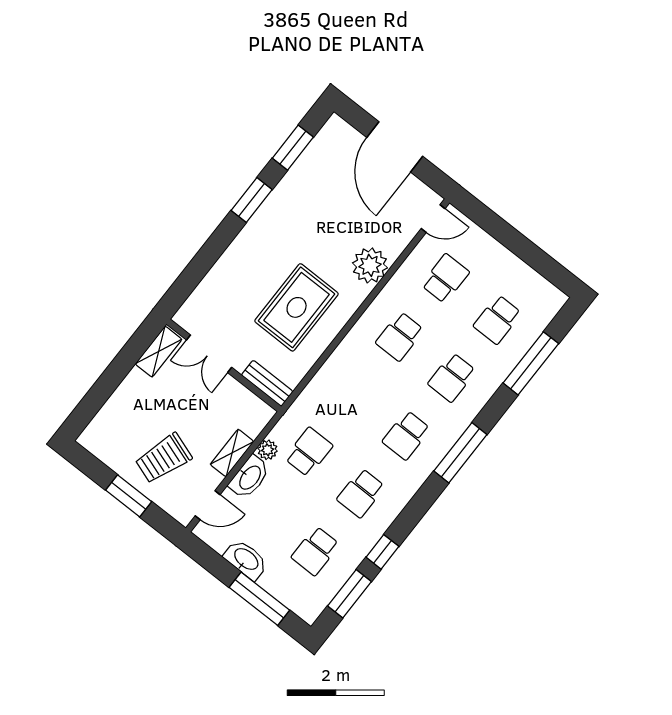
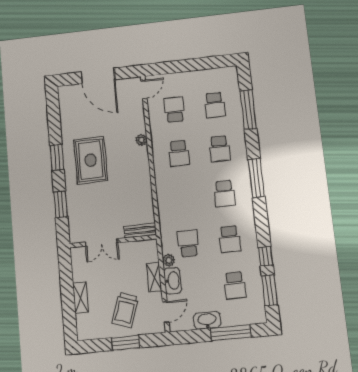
window: (293, 148) -> (61, 205), moved
plant: (370, 265) -> (141, 140), width x0.53, depth x0.53
rug: (297, 307) -> (91, 160), moved
shelving: (159, 352) -> (81, 298), moved

